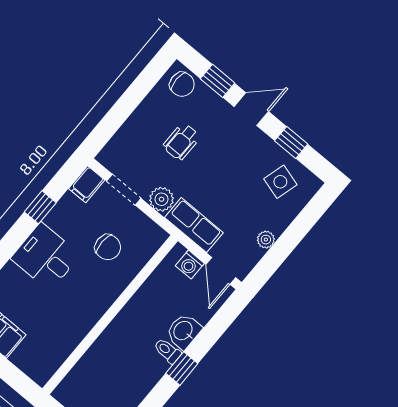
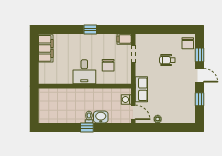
side table: (280, 182) -> (182, 107), removed
plant: (162, 199) -> (141, 70), removed
window: (40, 207) -> (90, 30), moved
desk: (46, 257) -> (84, 72), moved, turned 180
door: (221, 271) -> (133, 112), swing flipped

